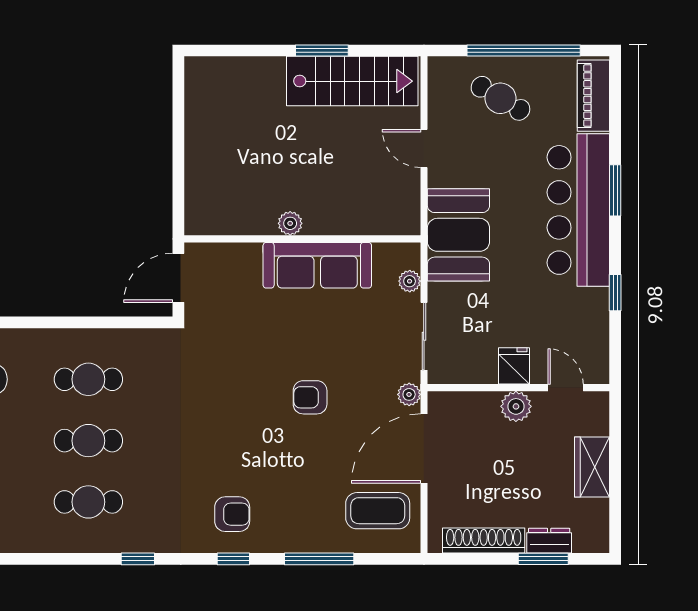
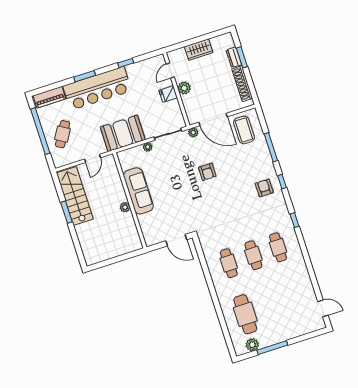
plant: (290, 223) -> (125, 207), moved
wall: (302, 239) -> (130, 200), moved
sofa: (317, 265) -> (138, 191), moved

